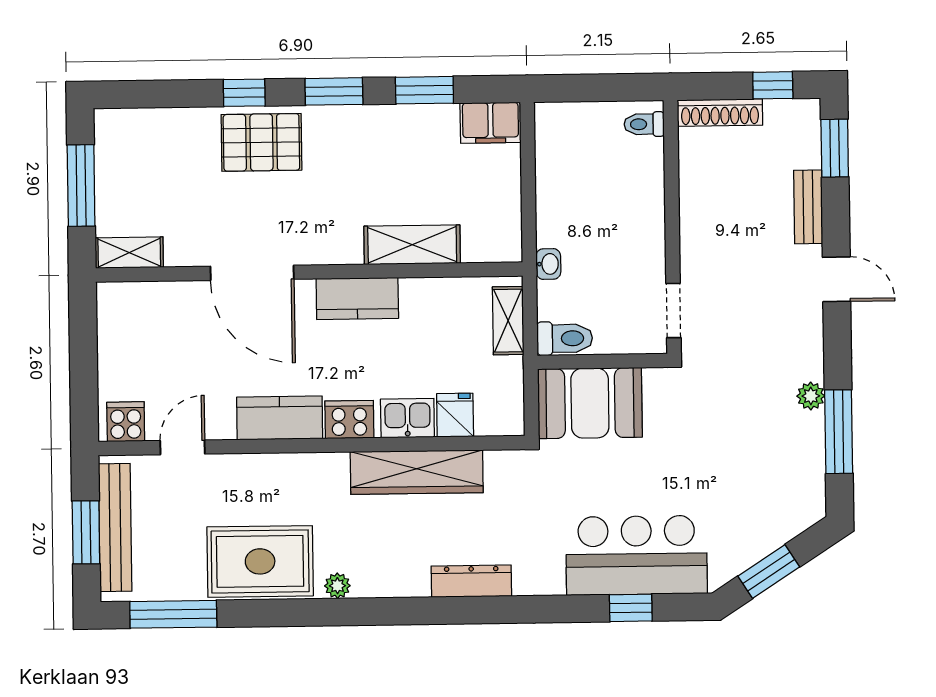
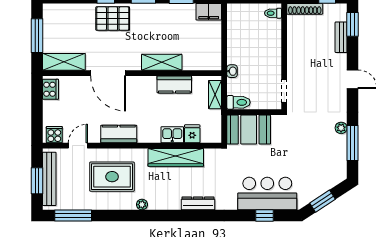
bench: (808, 207) -> (341, 37), moved
shelving: (412, 245) -> (162, 62), moved
shelving: (129, 253) -> (64, 62), width x1.50, depth x1.33
kitchen counter: (357, 298) -> (174, 84), moved
cooker: (349, 420) -> (50, 89), moved, turned 90
rug: (260, 561) -> (112, 177), moved

